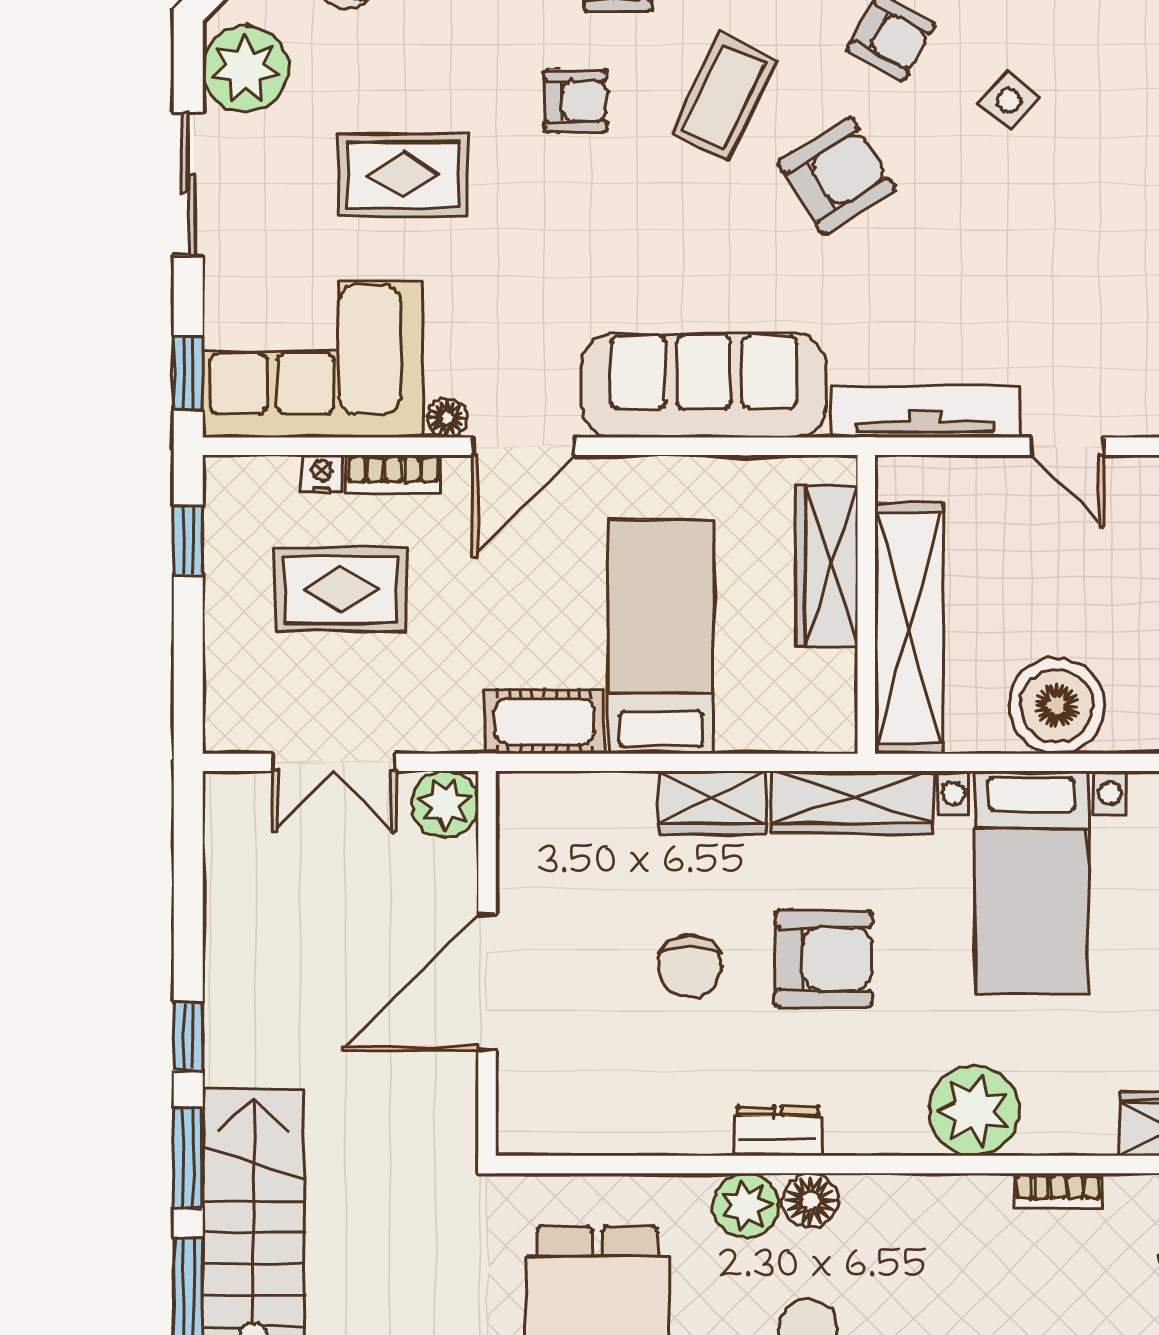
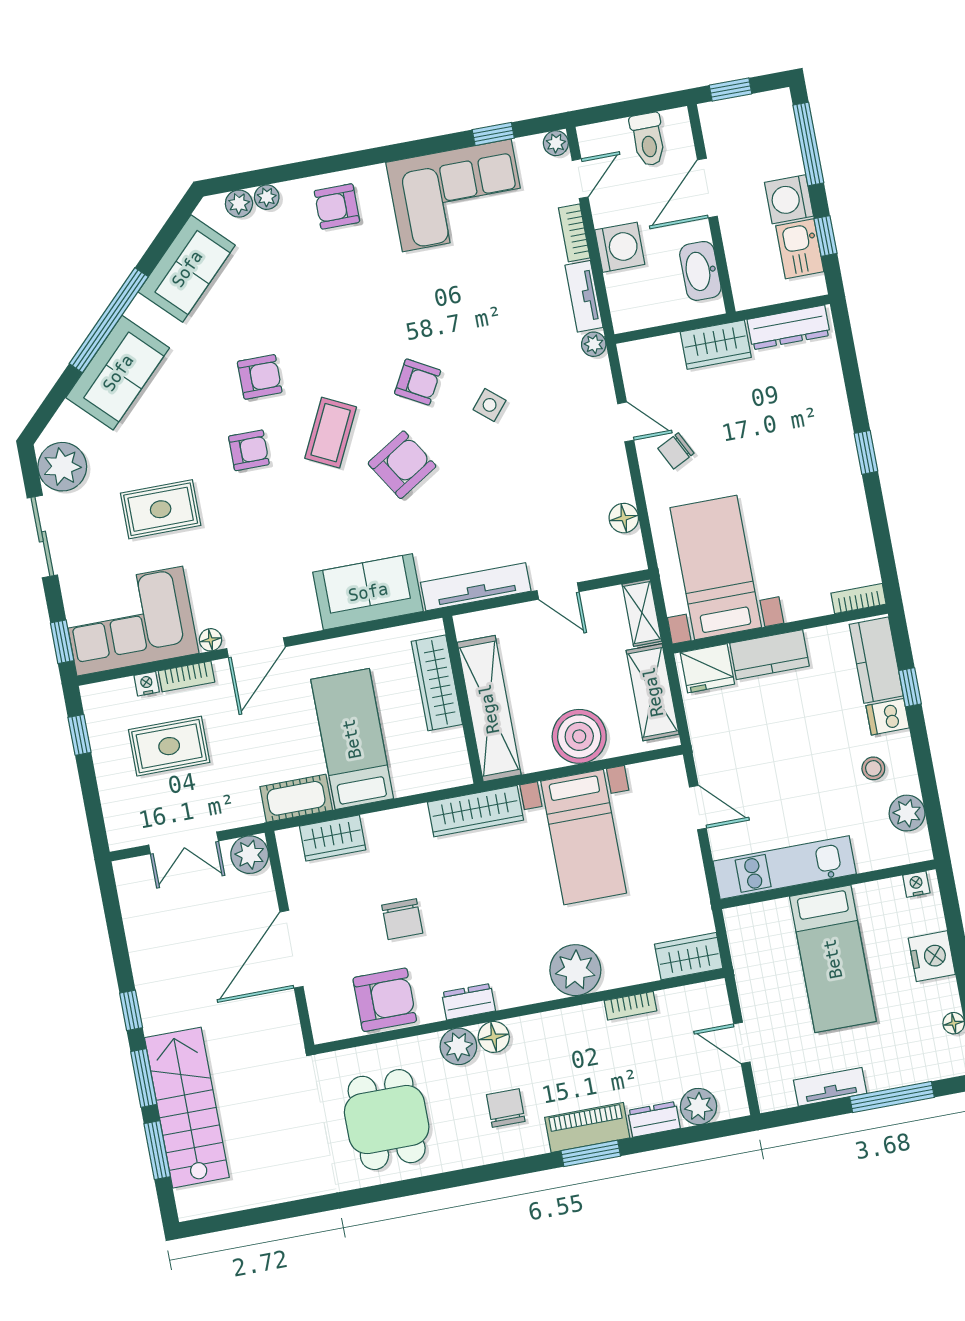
sofa: (704, 386) -> (368, 592), width x0.73
wardrobe: (713, 802) -> (333, 838), moved
armchair: (824, 959) -> (385, 1000), moved

